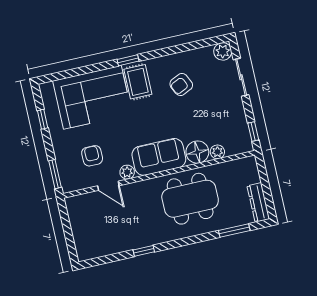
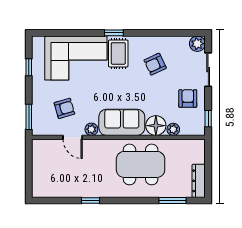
armchair: (226, 114) -> (188, 98), added
armchair: (92, 156) -> (64, 108), turned 74

